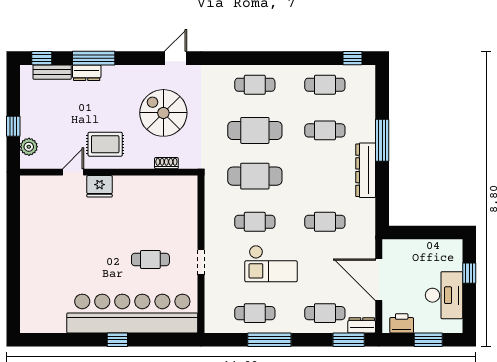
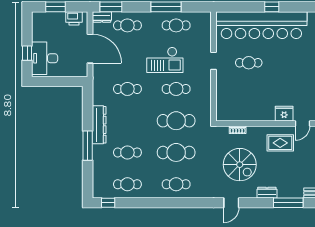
dresser: (87, 73) -> (267, 193), moved
checkout: (271, 264) -> (165, 60), turned 180
desk: (444, 295) -> (45, 58), moved

